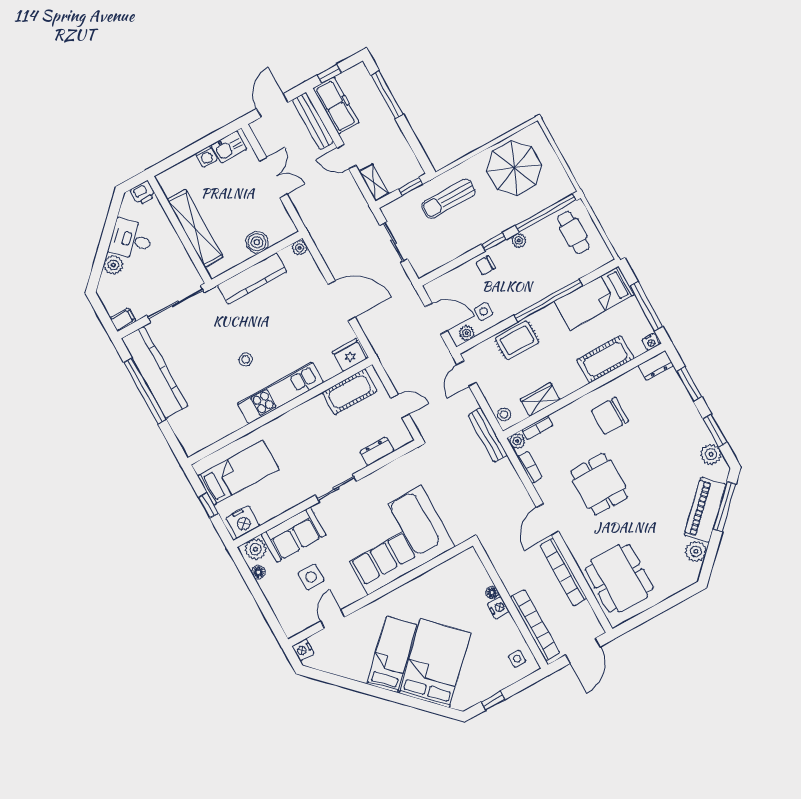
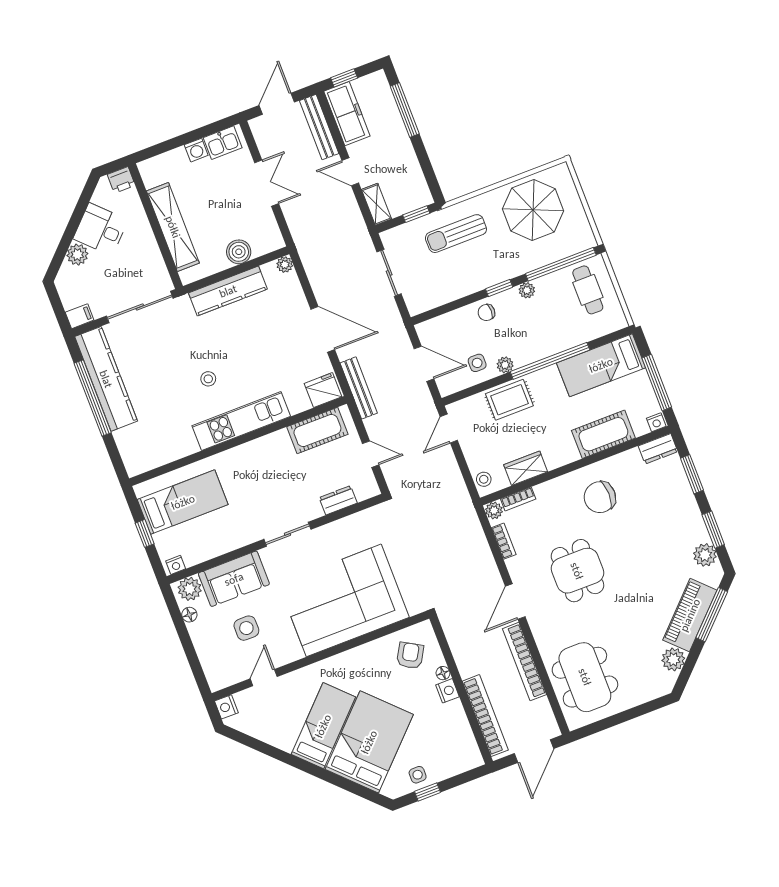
plant: (467, 333) -> (505, 365), moved
bench: (488, 435) -> (359, 388), moved
nightstand: (243, 522) -> (176, 565), width x0.53, depth x0.56
armchair: (461, 581) -> (410, 656), added
side table: (517, 659) -> (418, 775), moved

